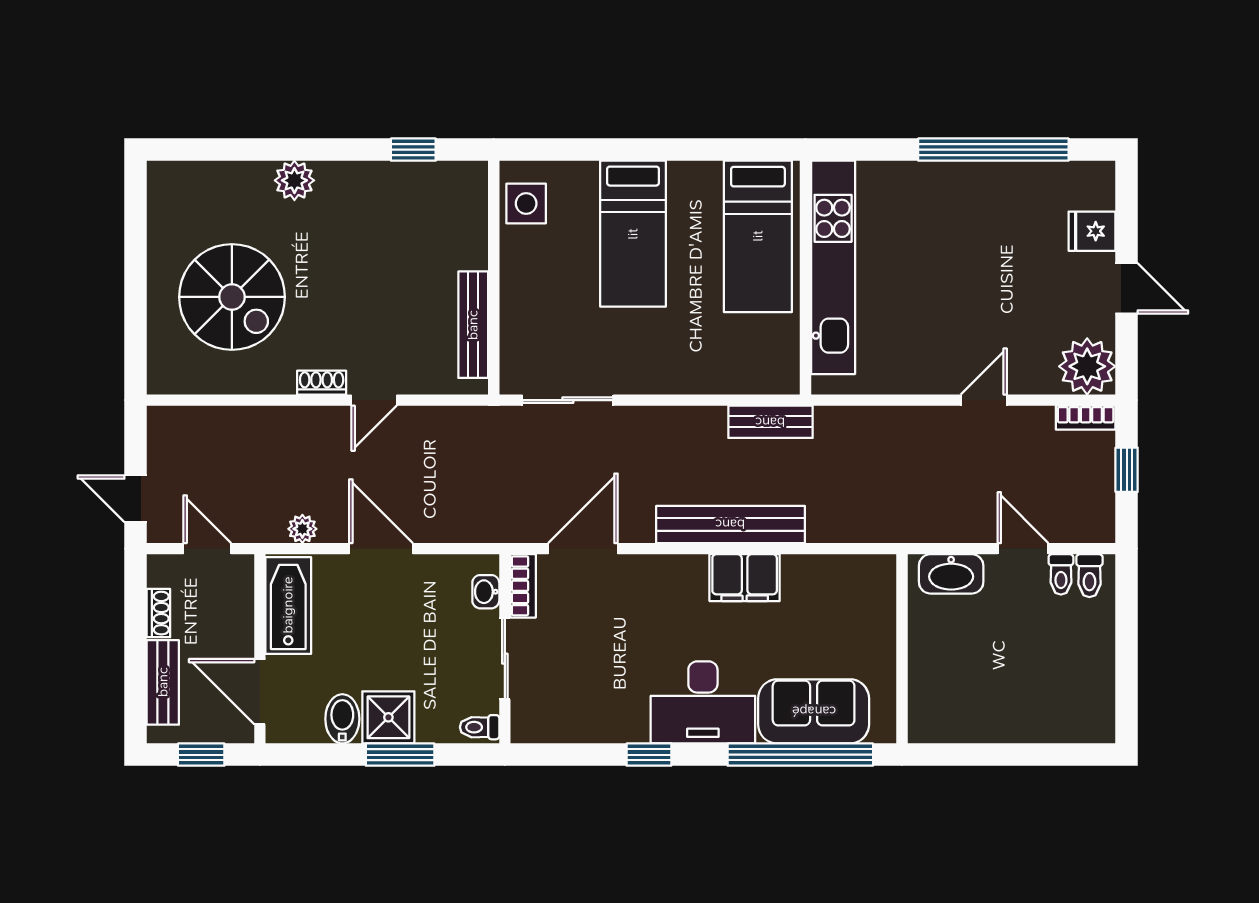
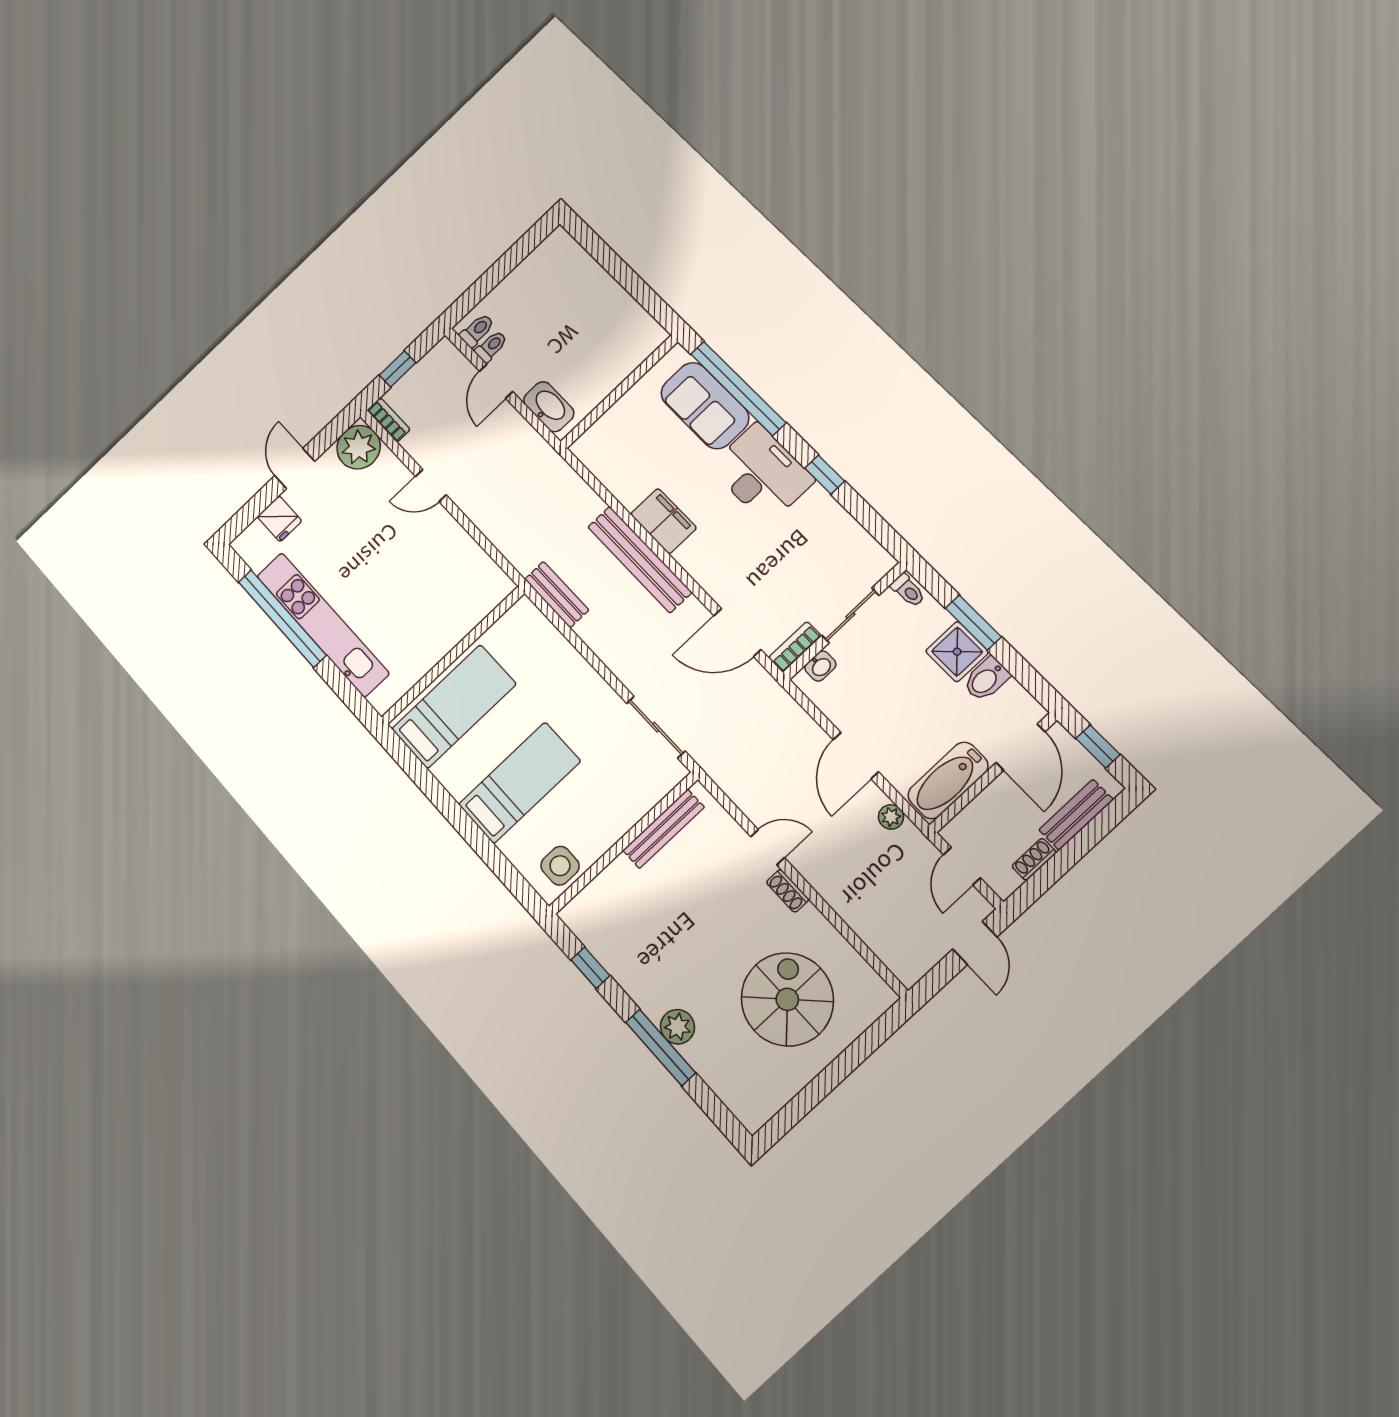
window: (291, 150) -> (661, 1047), added
kitchen unit: (833, 267) -> (323, 624), moved, turned 90

